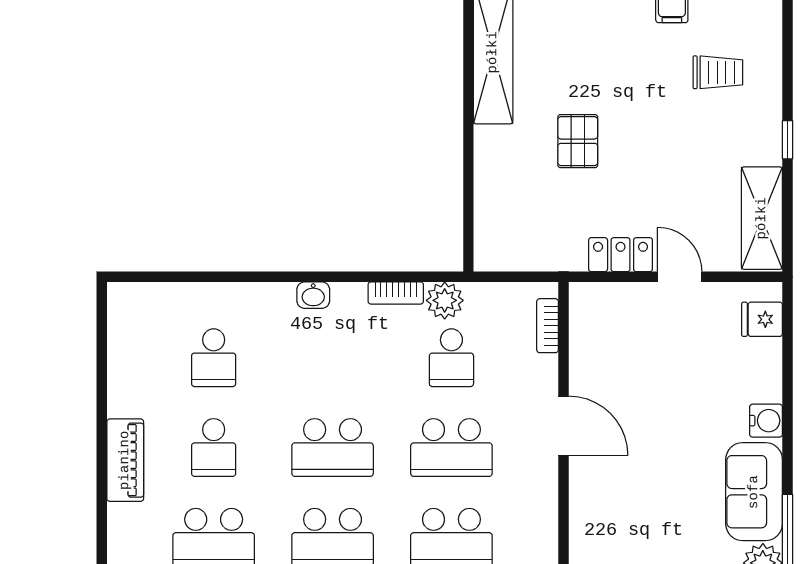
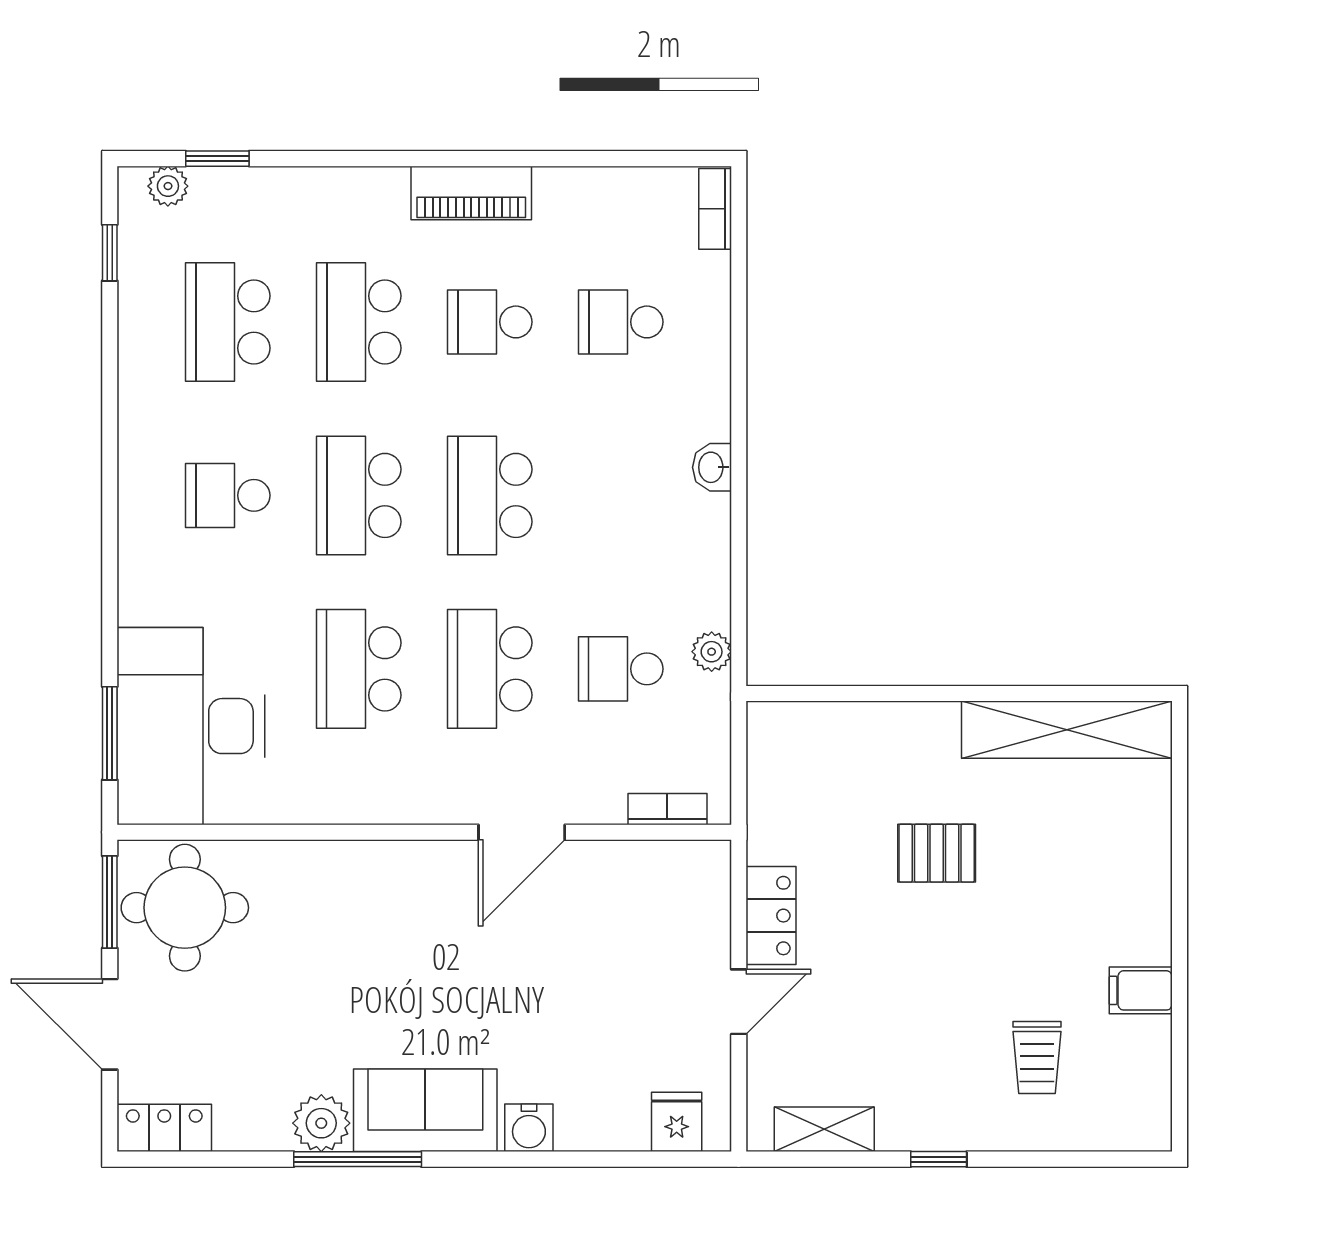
shelving: (762, 218) -> (824, 1129), width x0.67, depth x0.75
bookcase: (396, 293) -> (715, 209), moved
plant: (445, 300) -> (712, 652), width x0.73, depth x0.73

